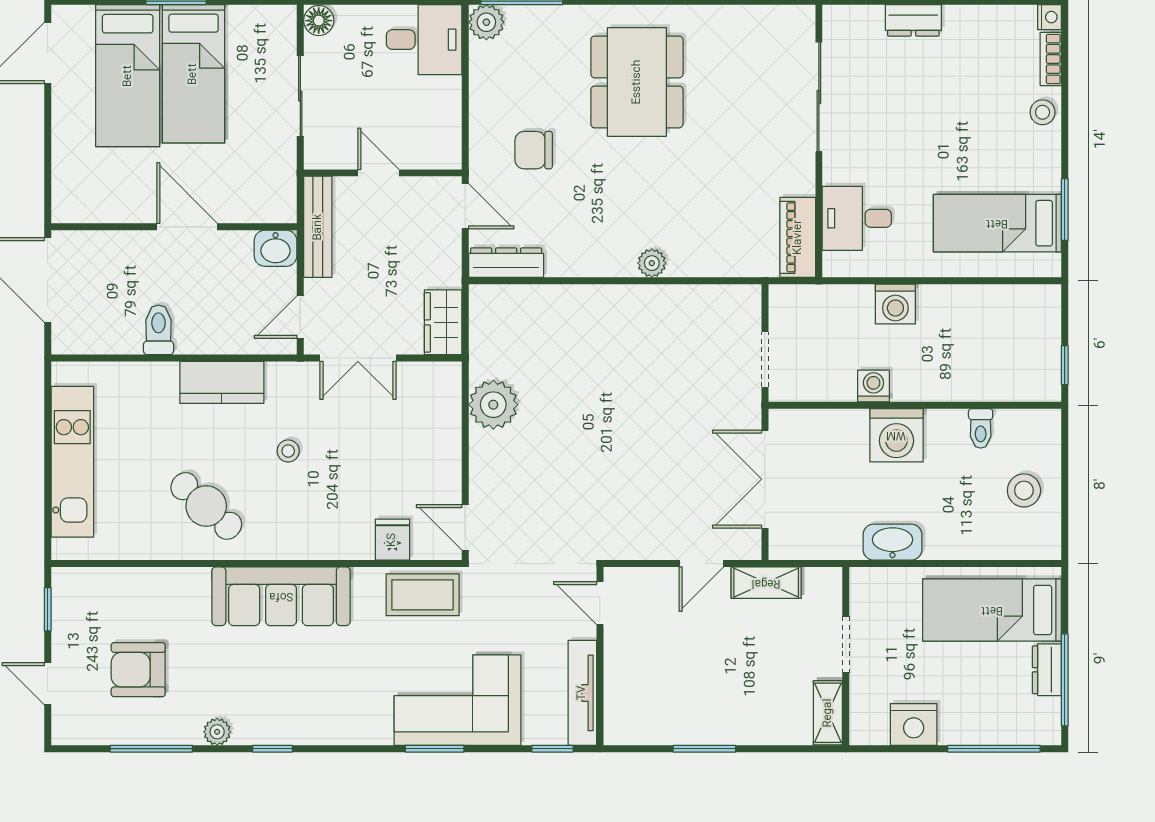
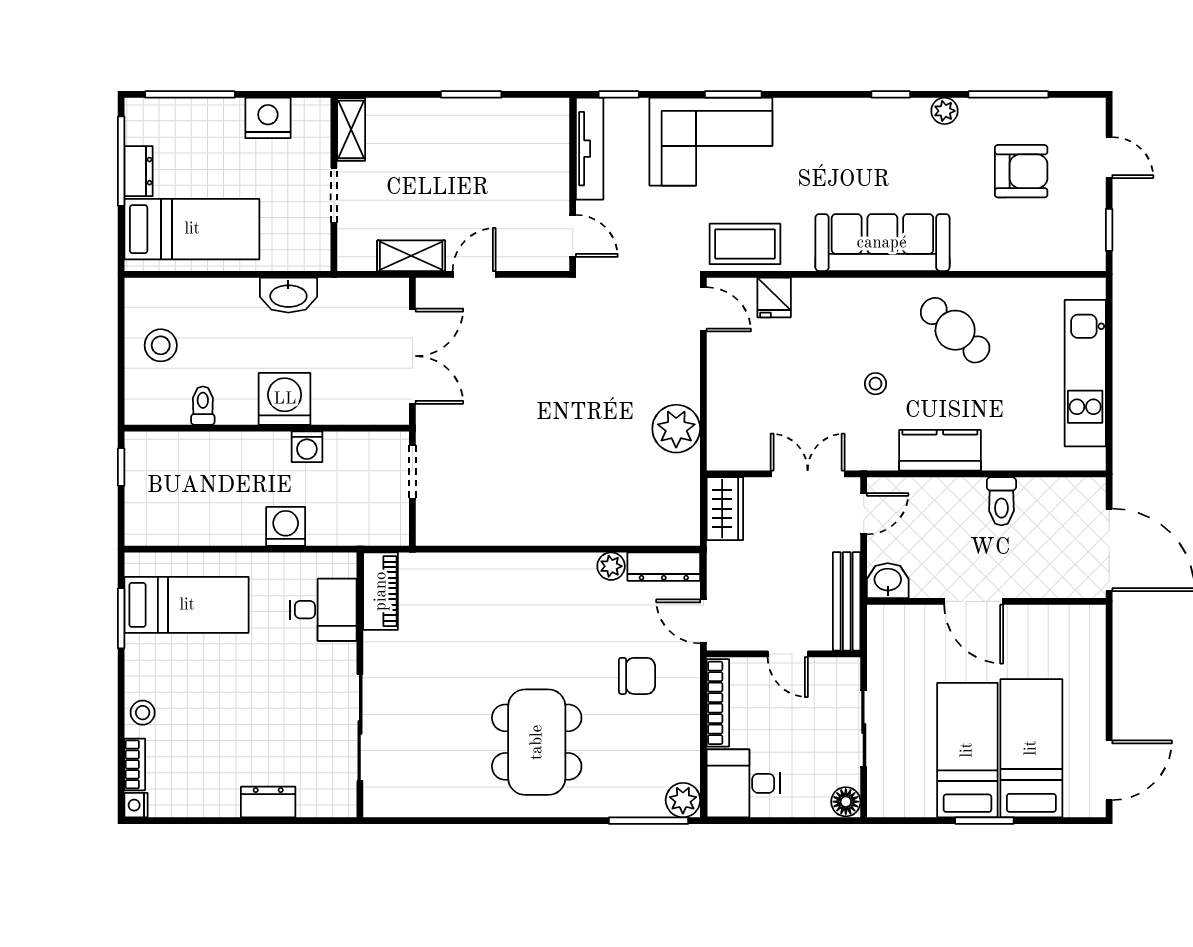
bookcase: (450, 122) -> (718, 703), added
plant: (652, 263) -> (611, 566), moved

